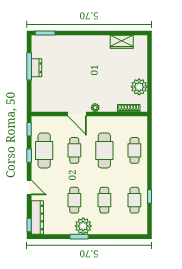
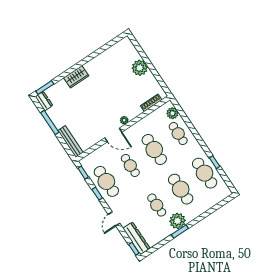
wardrobe: (122, 42) -> (76, 77), moved
dresser: (36, 68) -> (44, 101), moved
plant: (139, 87) -> (140, 68), moved
bench: (36, 95) -> (70, 142), added
plant: (141, 129) -> (172, 113), added
door: (29, 187) -> (114, 219), swing flipped
cafe table: (104, 200) -> (181, 189), width x1.37, depth x1.35
cafe table: (134, 200) -> (205, 173), width x1.37, depth x1.35

